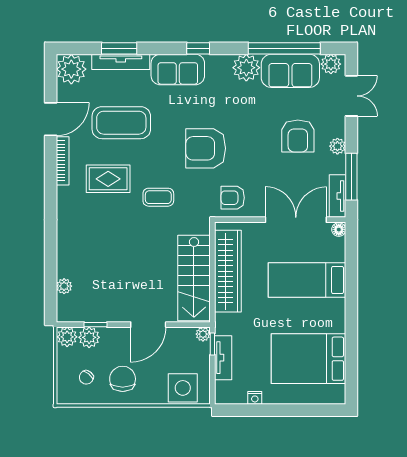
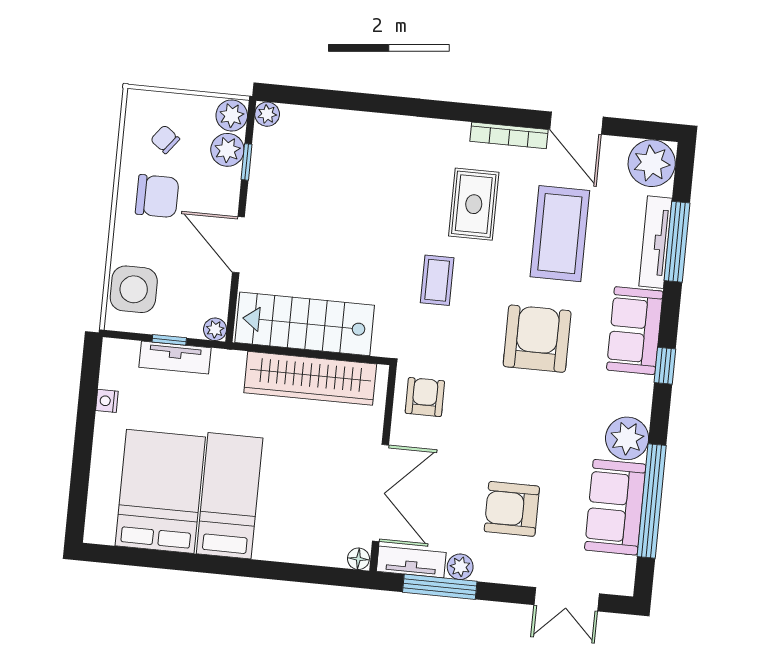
window: (119, 48) -> (677, 242), width x1.44
plant: (331, 64) -> (620, 572), removed
plant: (337, 146) -> (460, 567), moved
armchair: (206, 148) -> (537, 339), moved
bed: (307, 280) -> (230, 496), moved
plant: (64, 286) -> (267, 114), moved
window: (212, 344) -> (169, 340), moved

